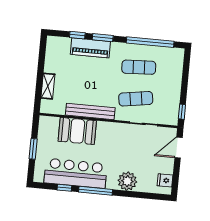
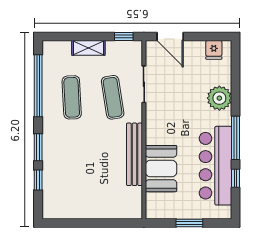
piano: (90, 48) -> (53, 162), removed
shelving: (48, 86) -> (88, 48), moved

